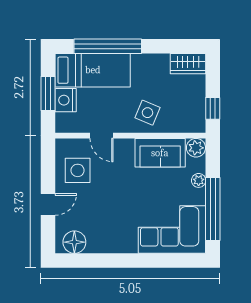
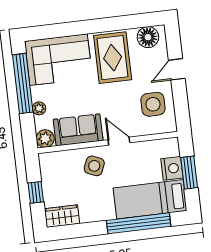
window: (213, 108) -> (36, 192), moved
door: (102, 136) -> (119, 141), moved
rug: (114, 225) -> (113, 58), added

